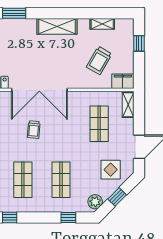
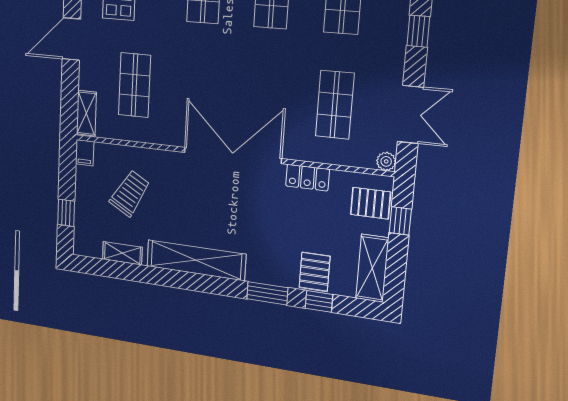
shelving: (57, 26) -> (196, 260), width x1.47
filing cabinet: (123, 81) -> (85, 153), width x0.50
trolley: (34, 129) -> (247, 86), removed

